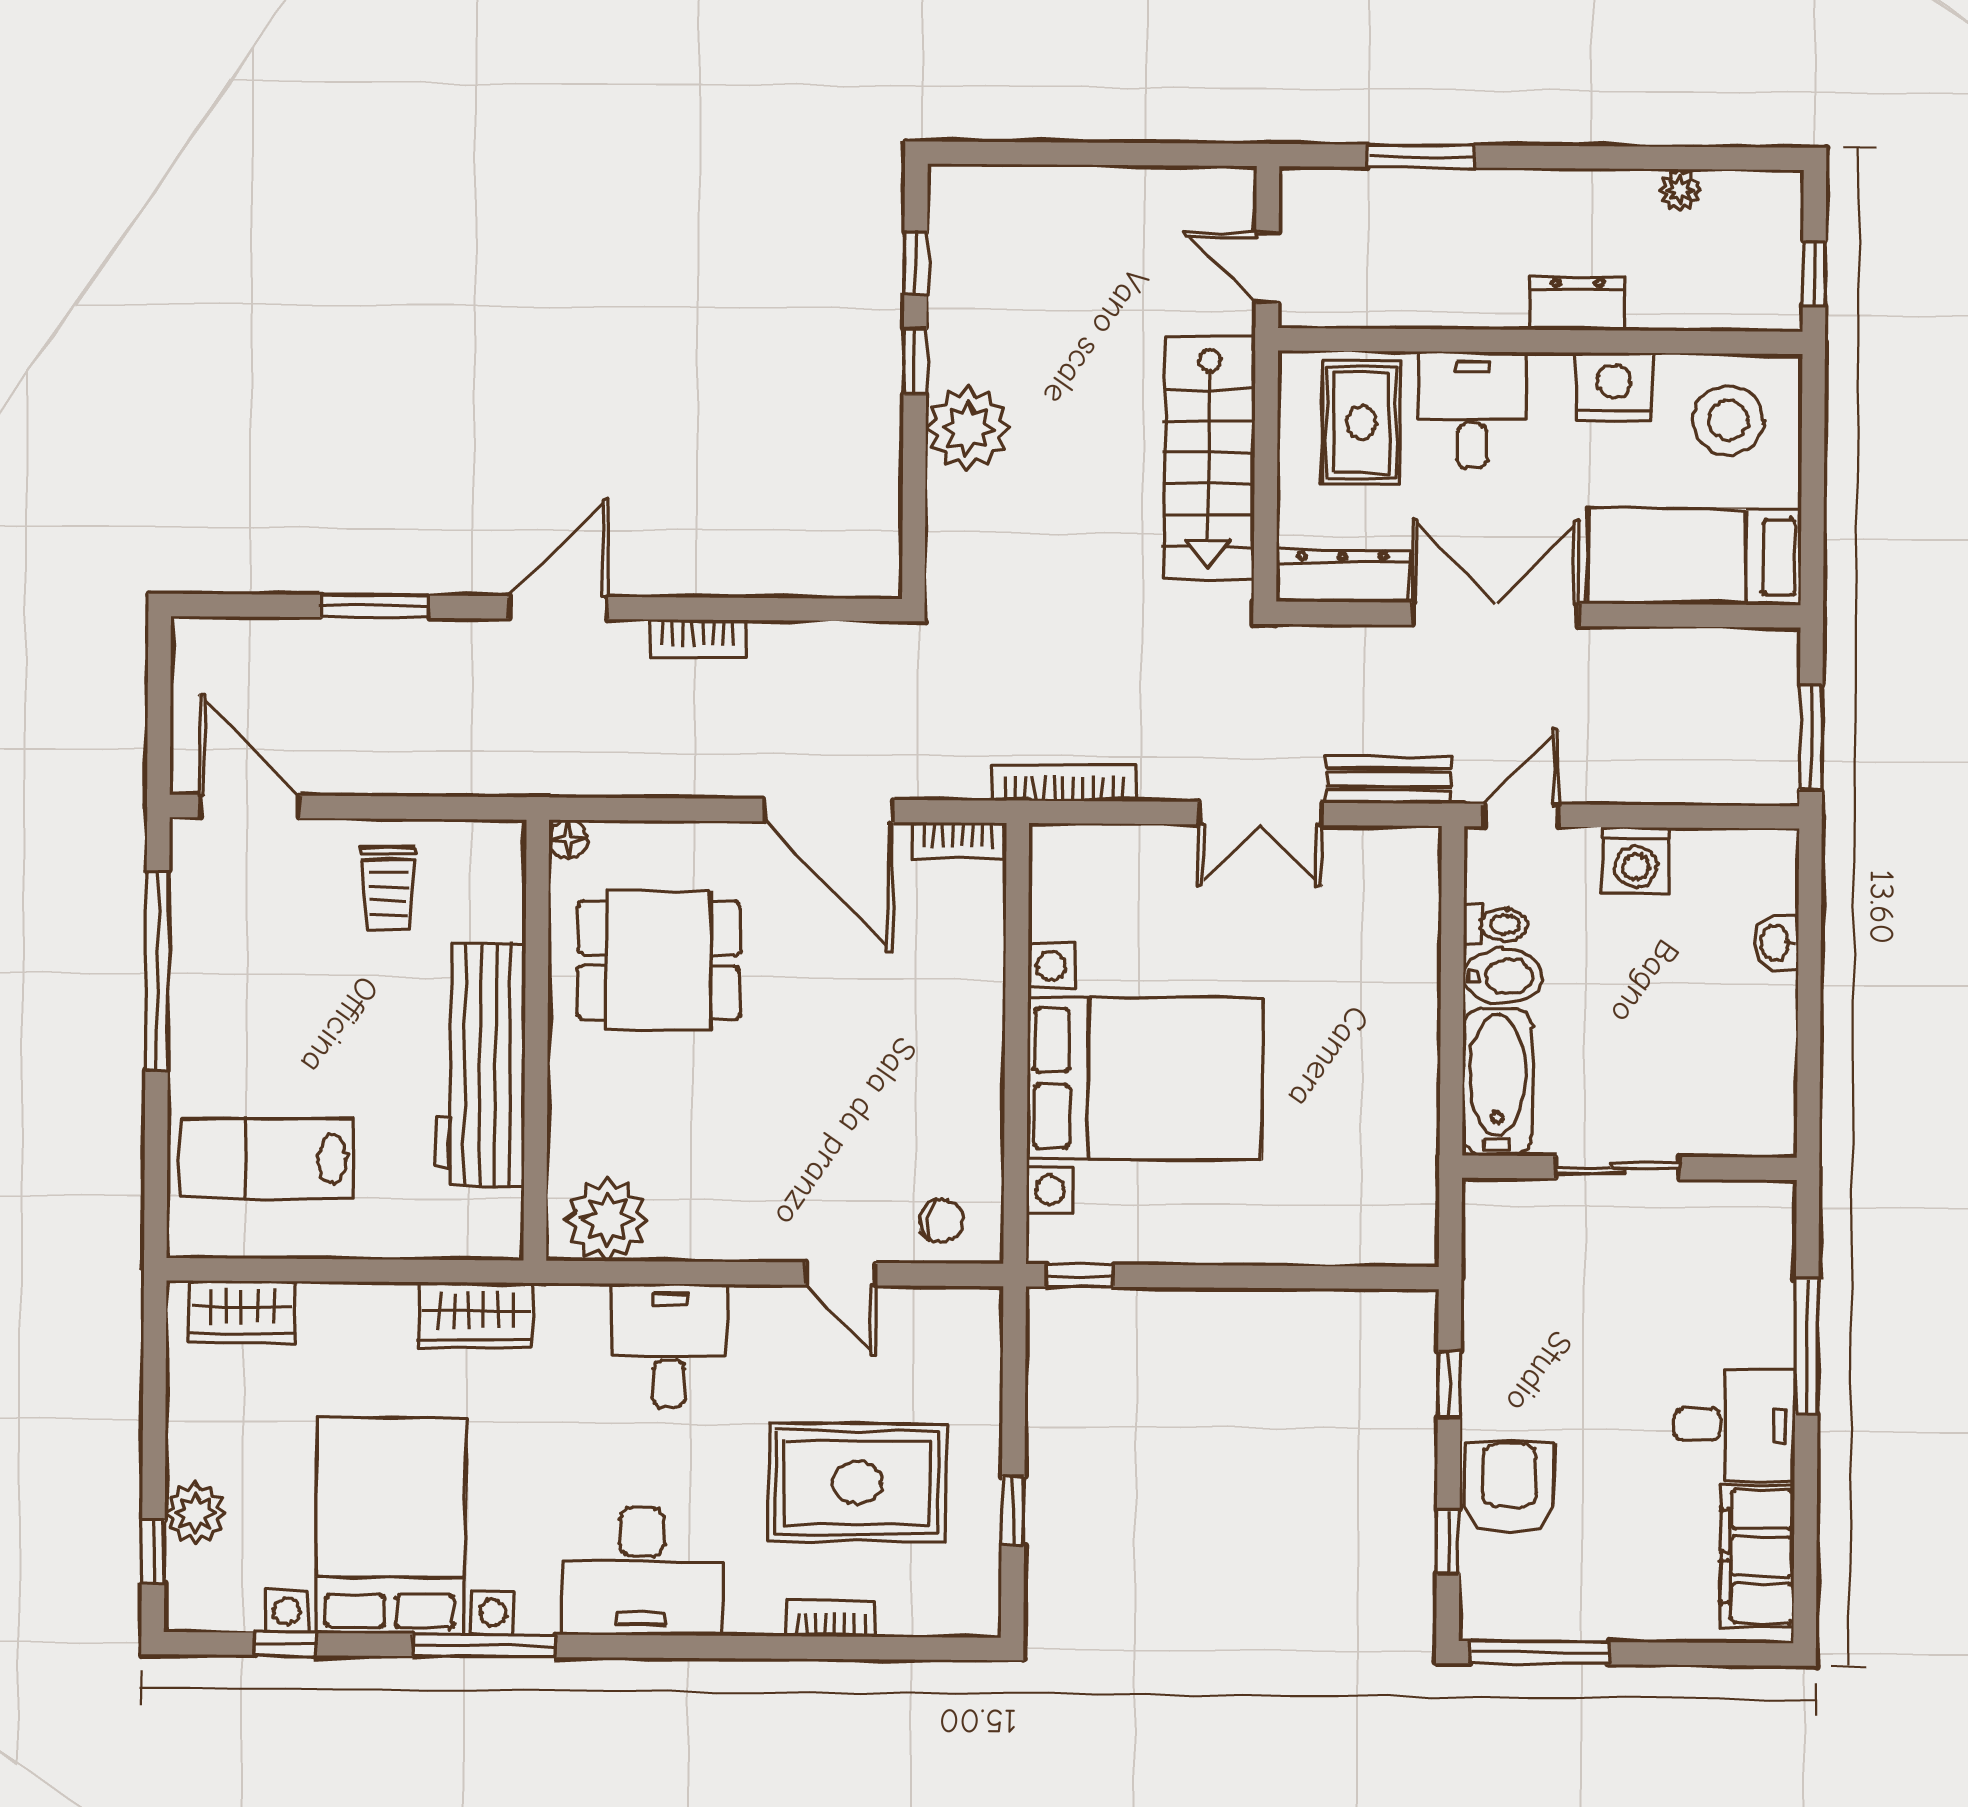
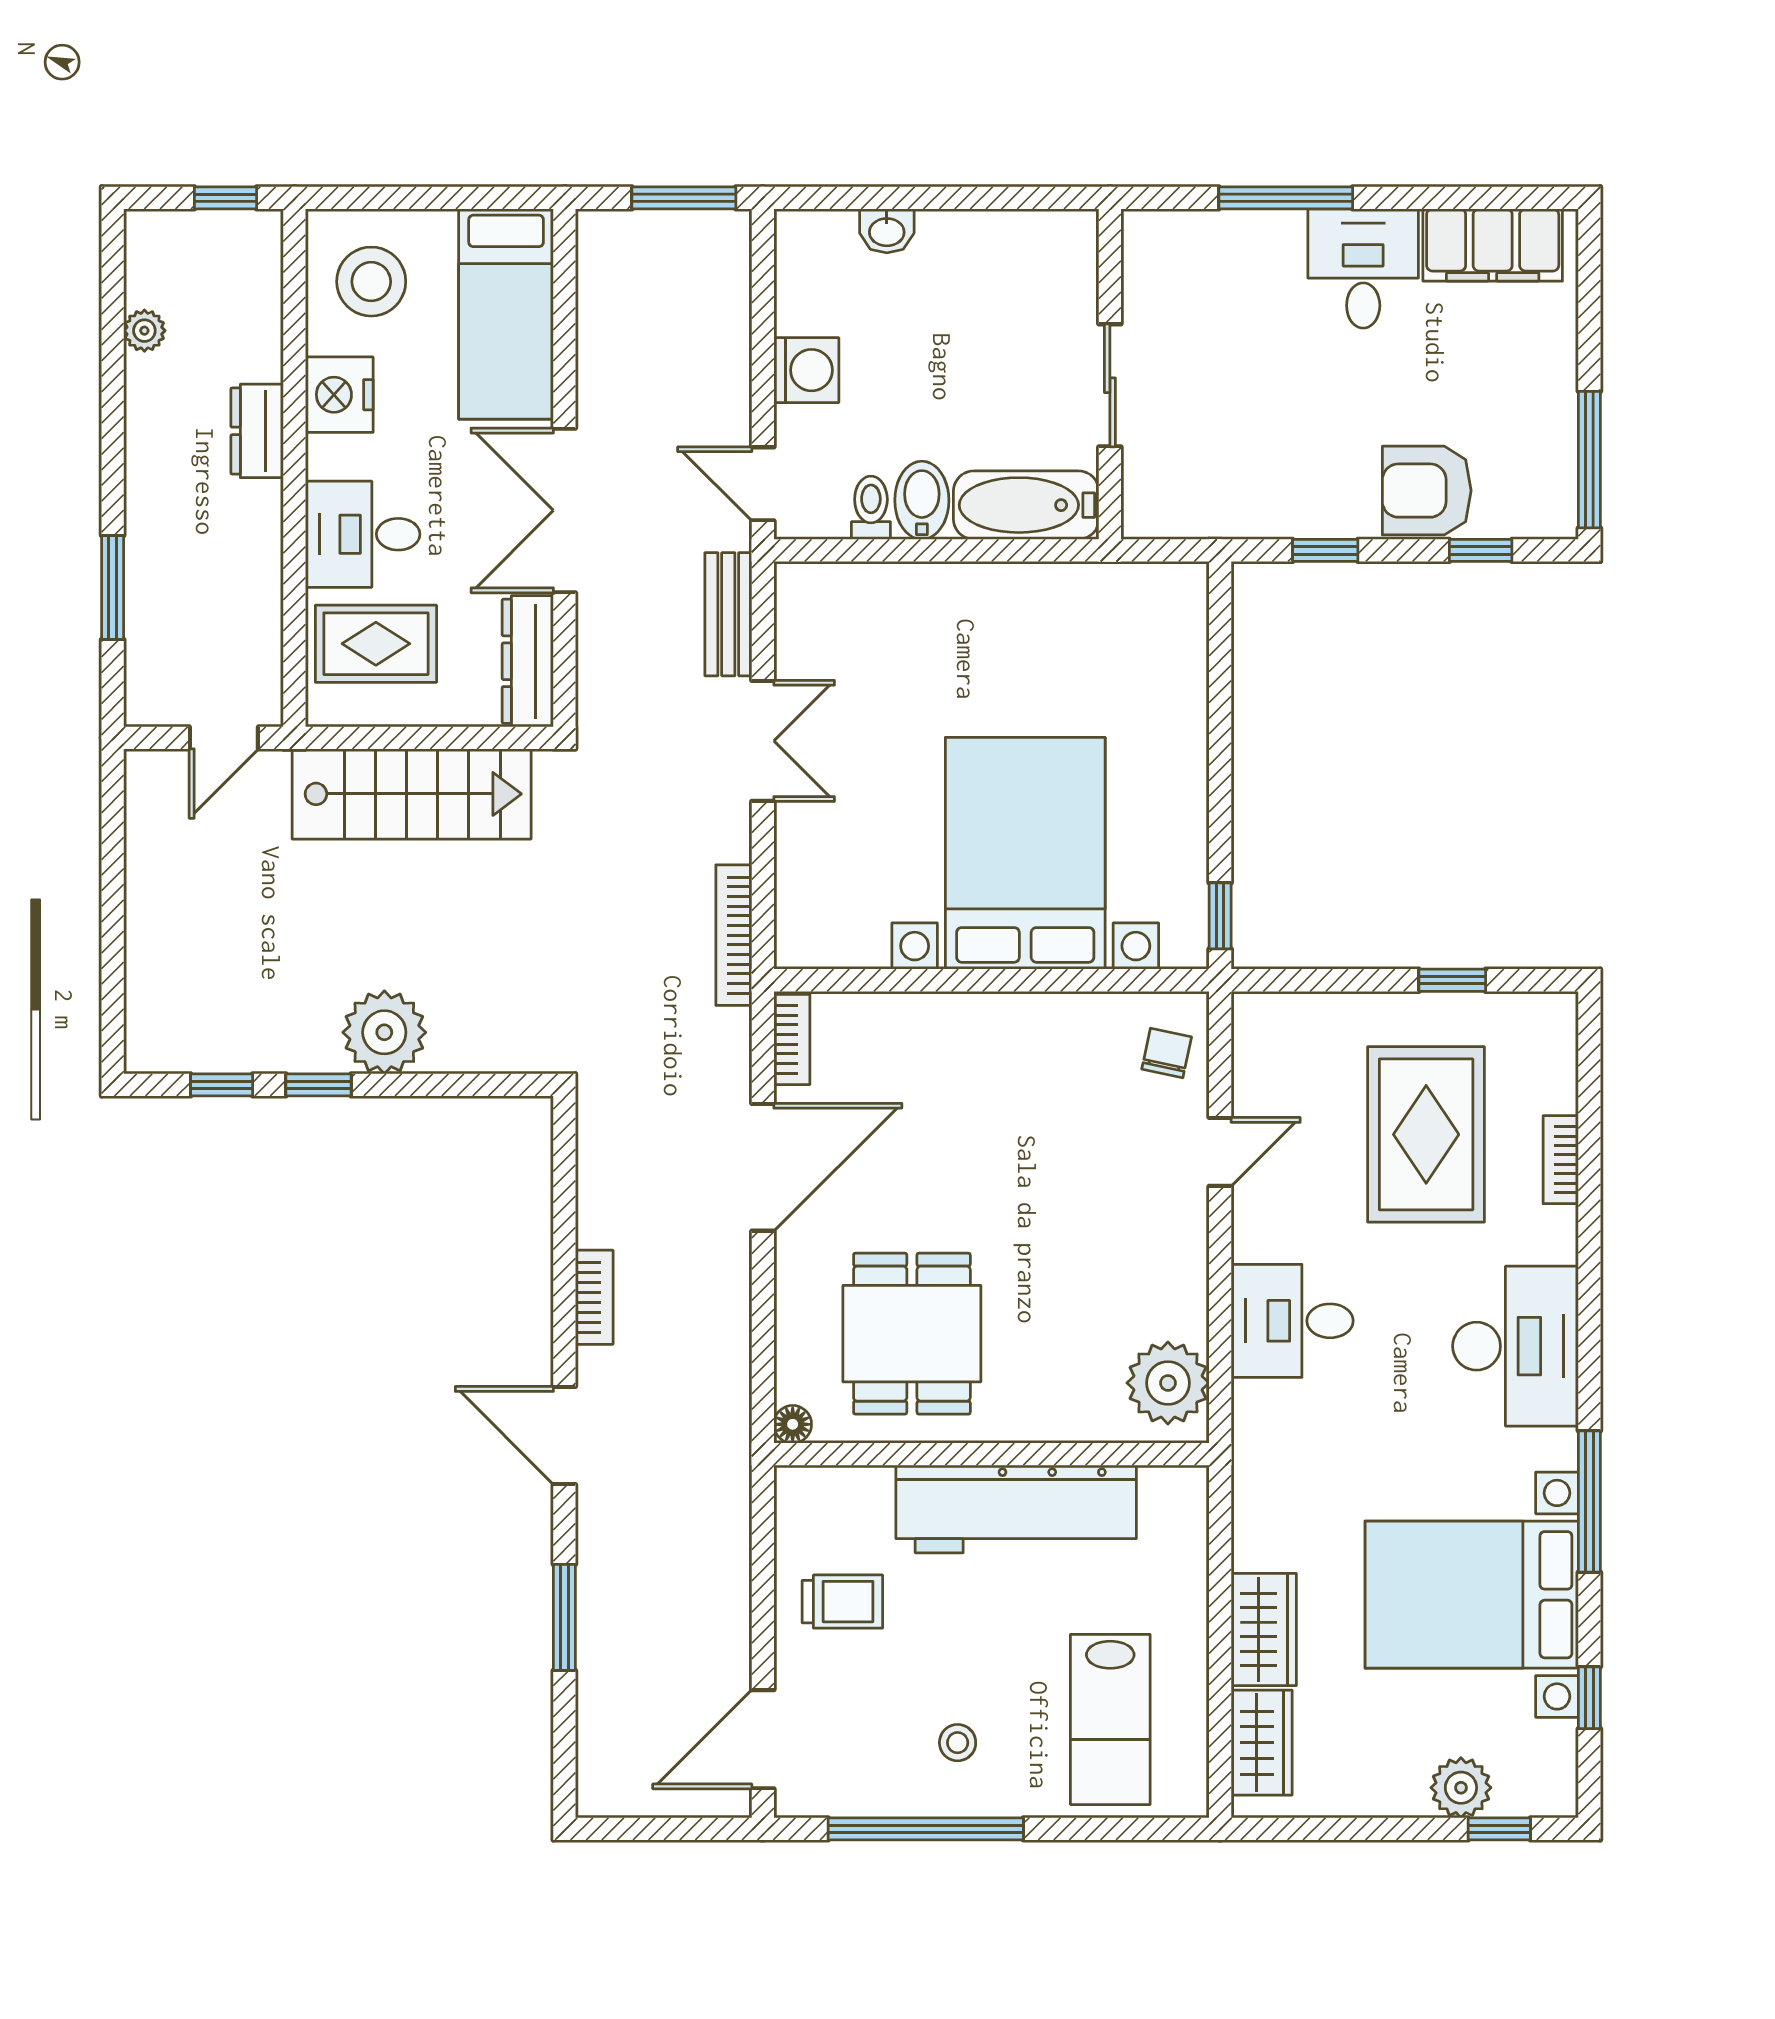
stool: (244, 1004) -> (958, 1743), added
wardrobe: (476, 1316) -> (1264, 1629), moved

